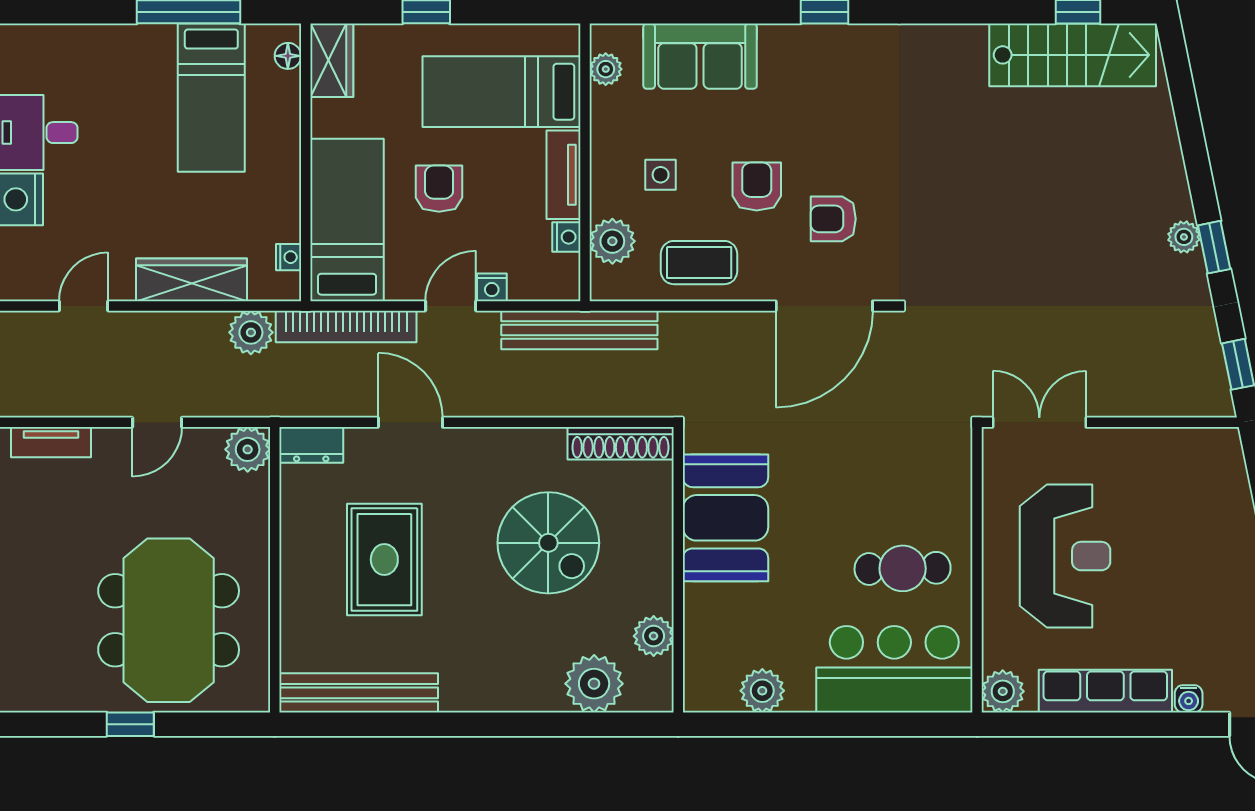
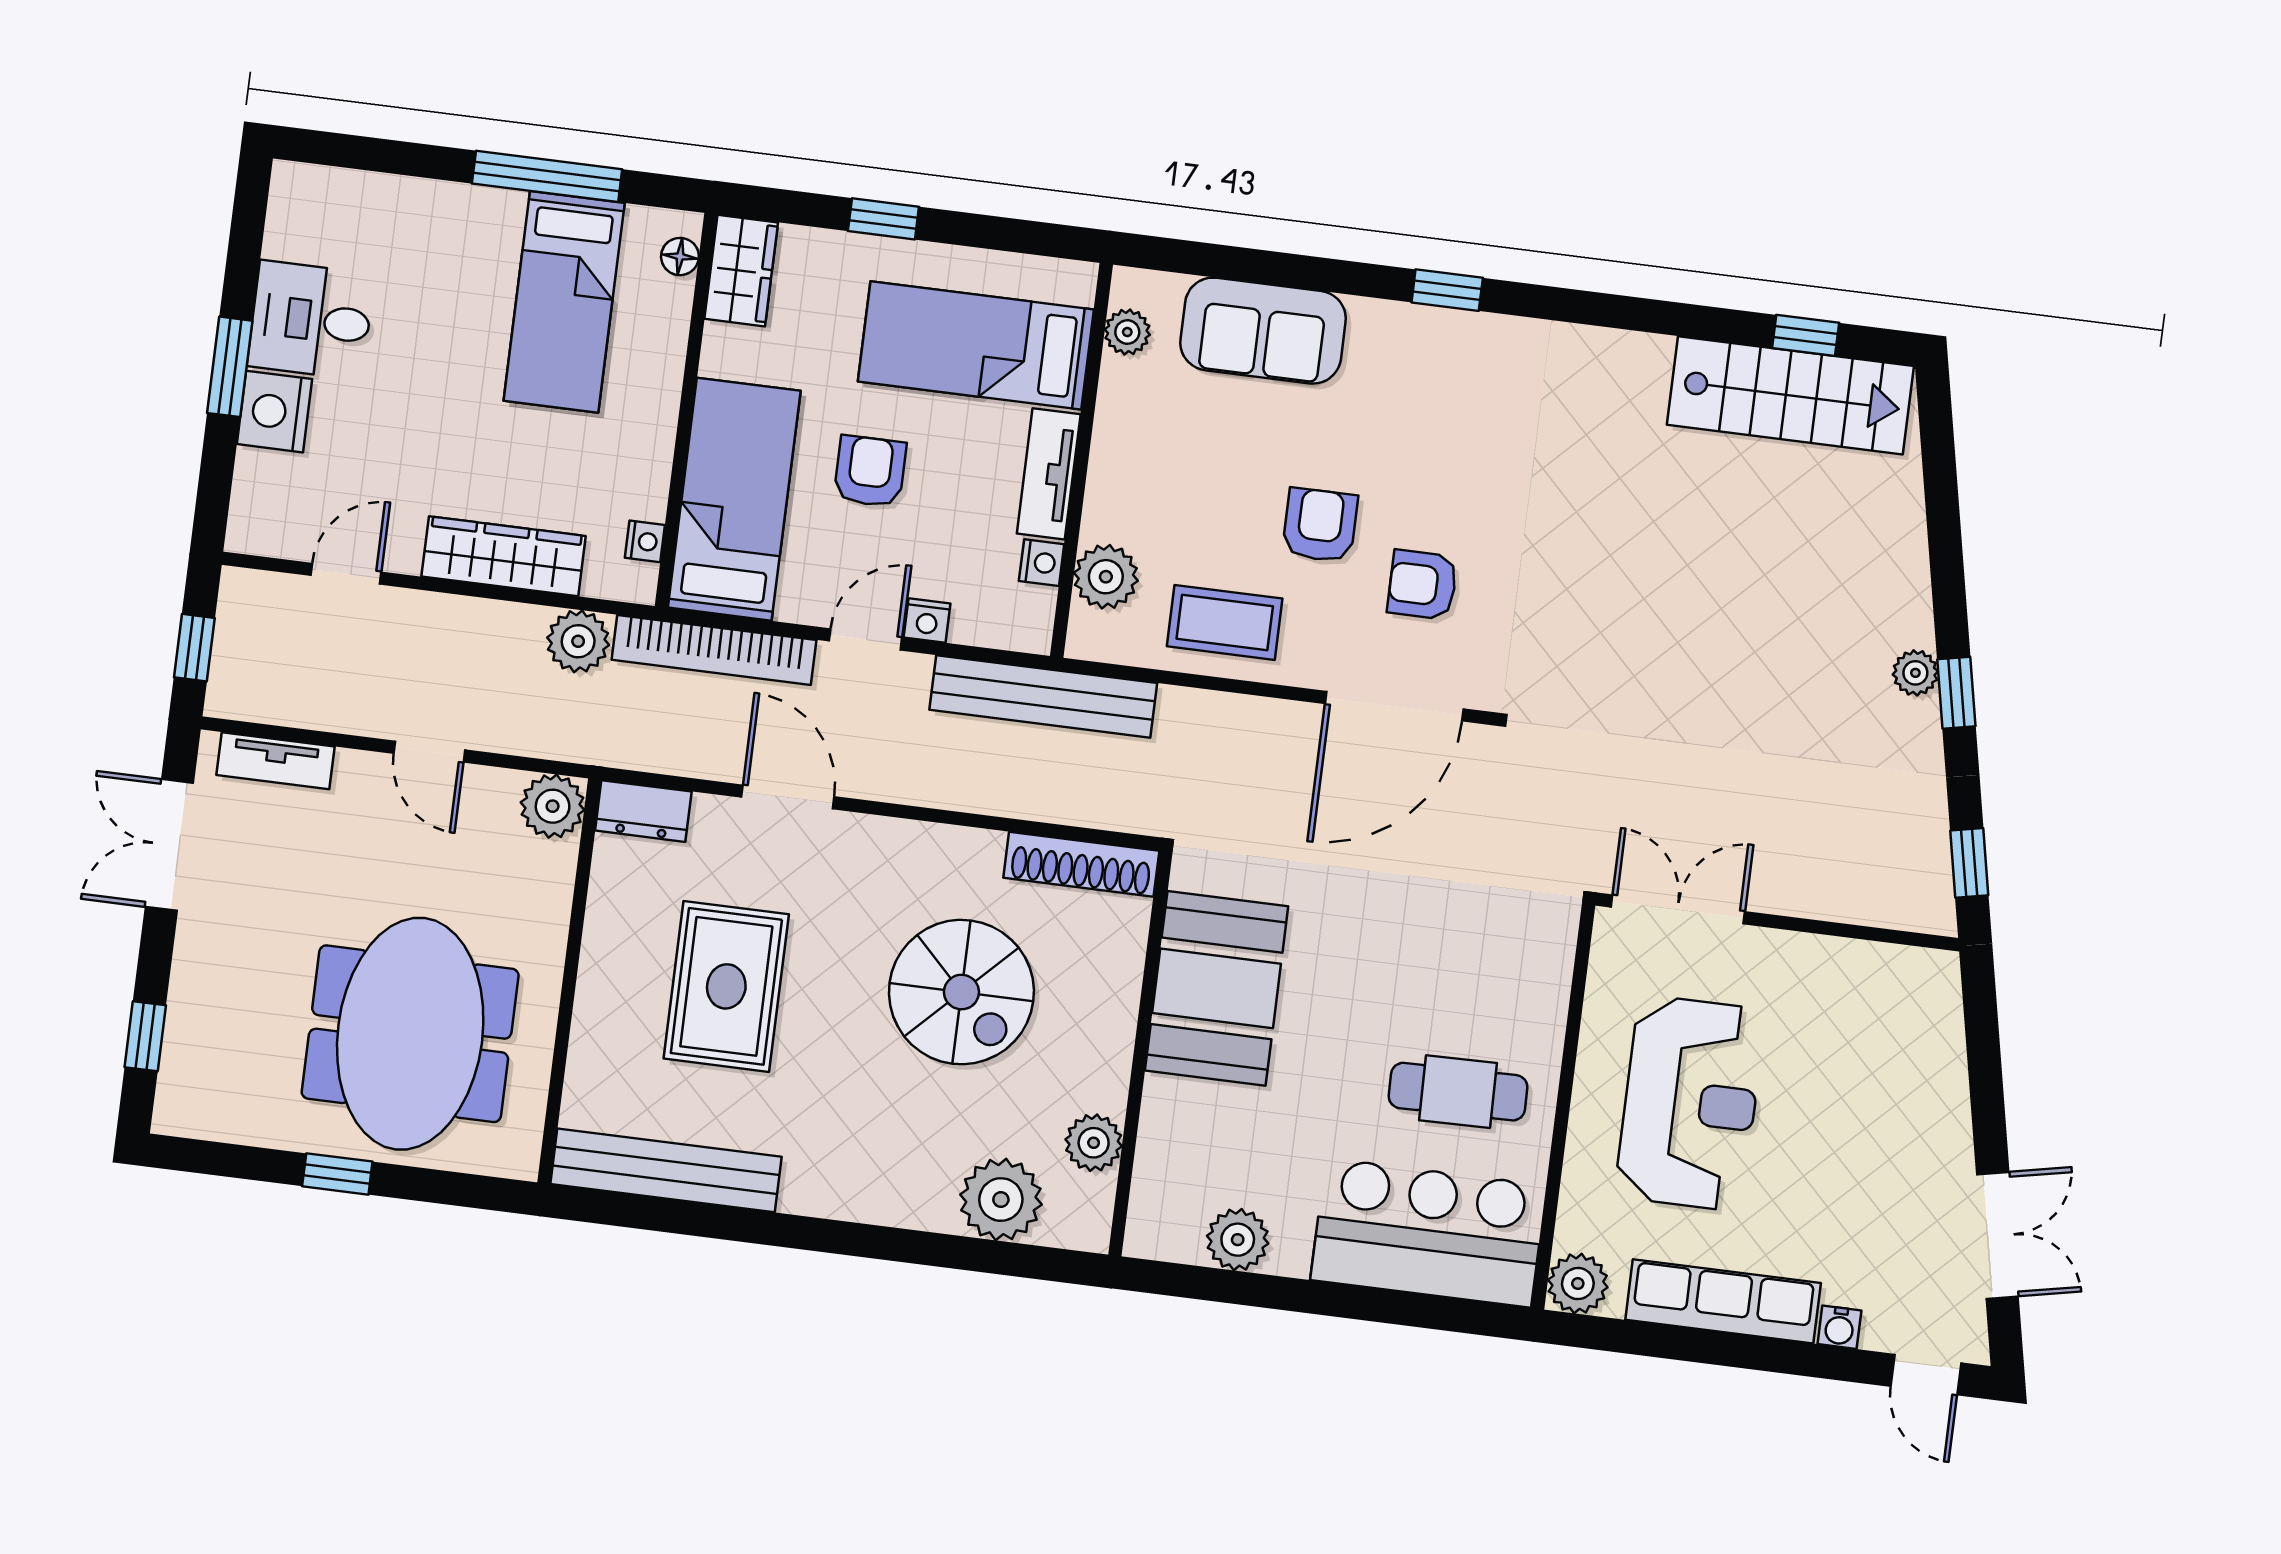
side table: (661, 175) -> (1186, 491), removed
door: (157, 422) -> (429, 752), hinge flipped

